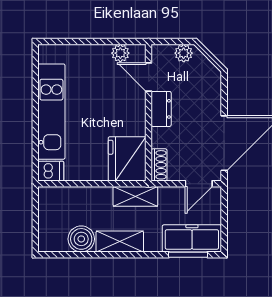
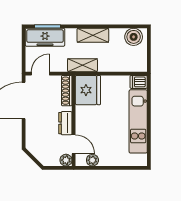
plant: (184, 53) -> (66, 160), moved
shoe rack: (159, 165) -> (67, 91), width x1.43
boiler: (81, 239) -> (134, 37), moved

